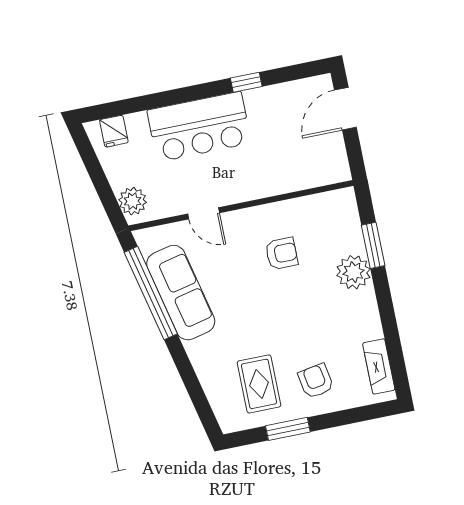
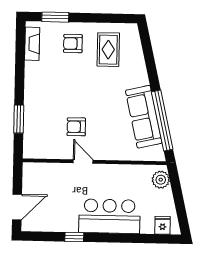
door: (204, 213) -> (83, 162), moved
plant: (354, 272) -> (35, 105), removed
armchair: (316, 381) -> (73, 44), turned 100
window: (288, 429) -> (55, 17), moved

